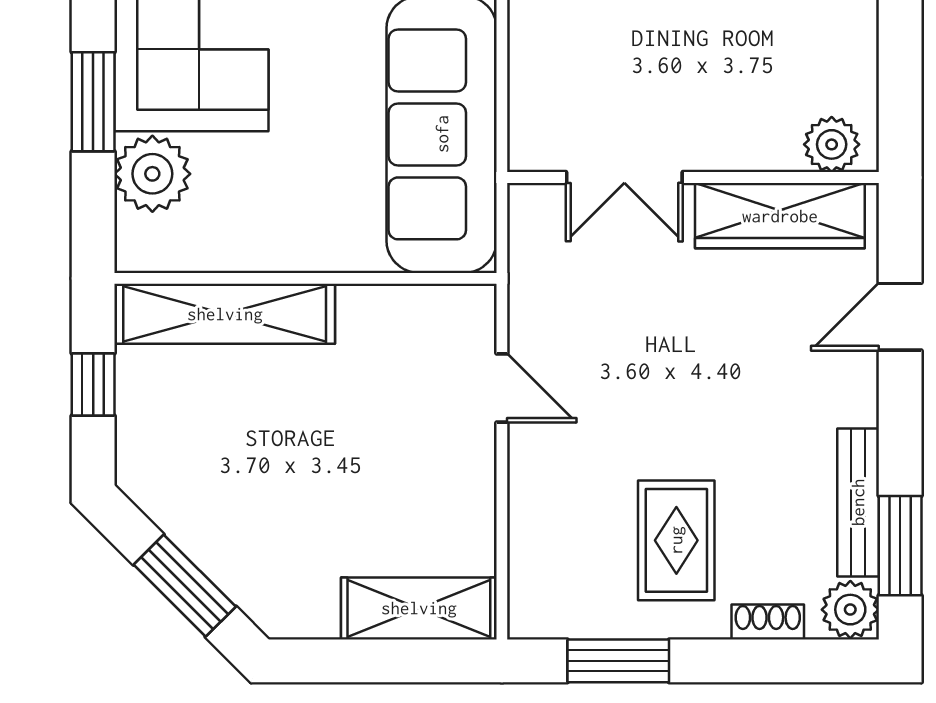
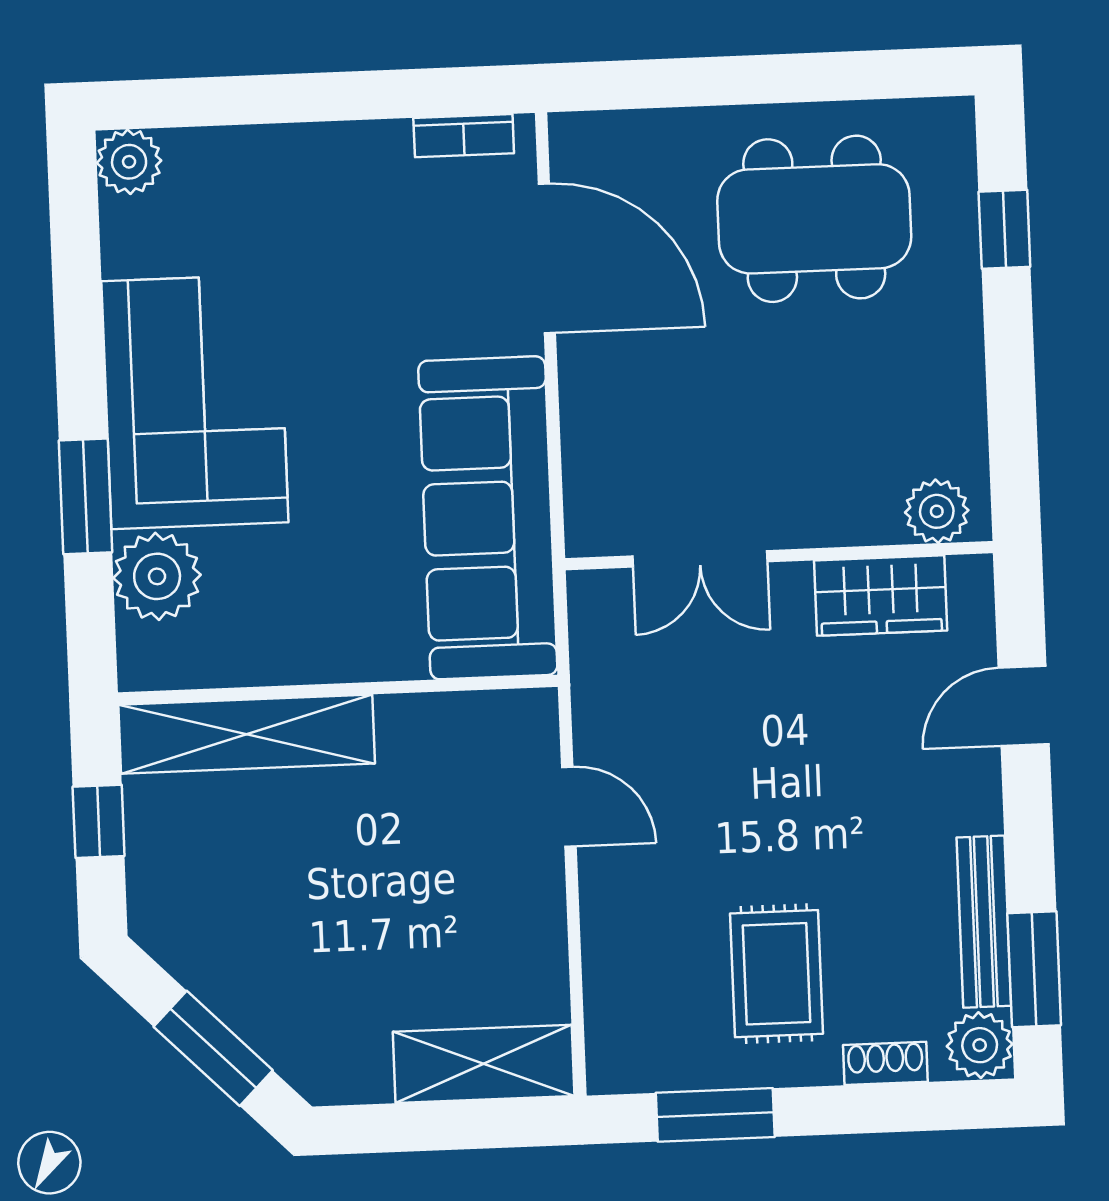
wardrobe: (780, 216) -> (881, 596), width x0.67

